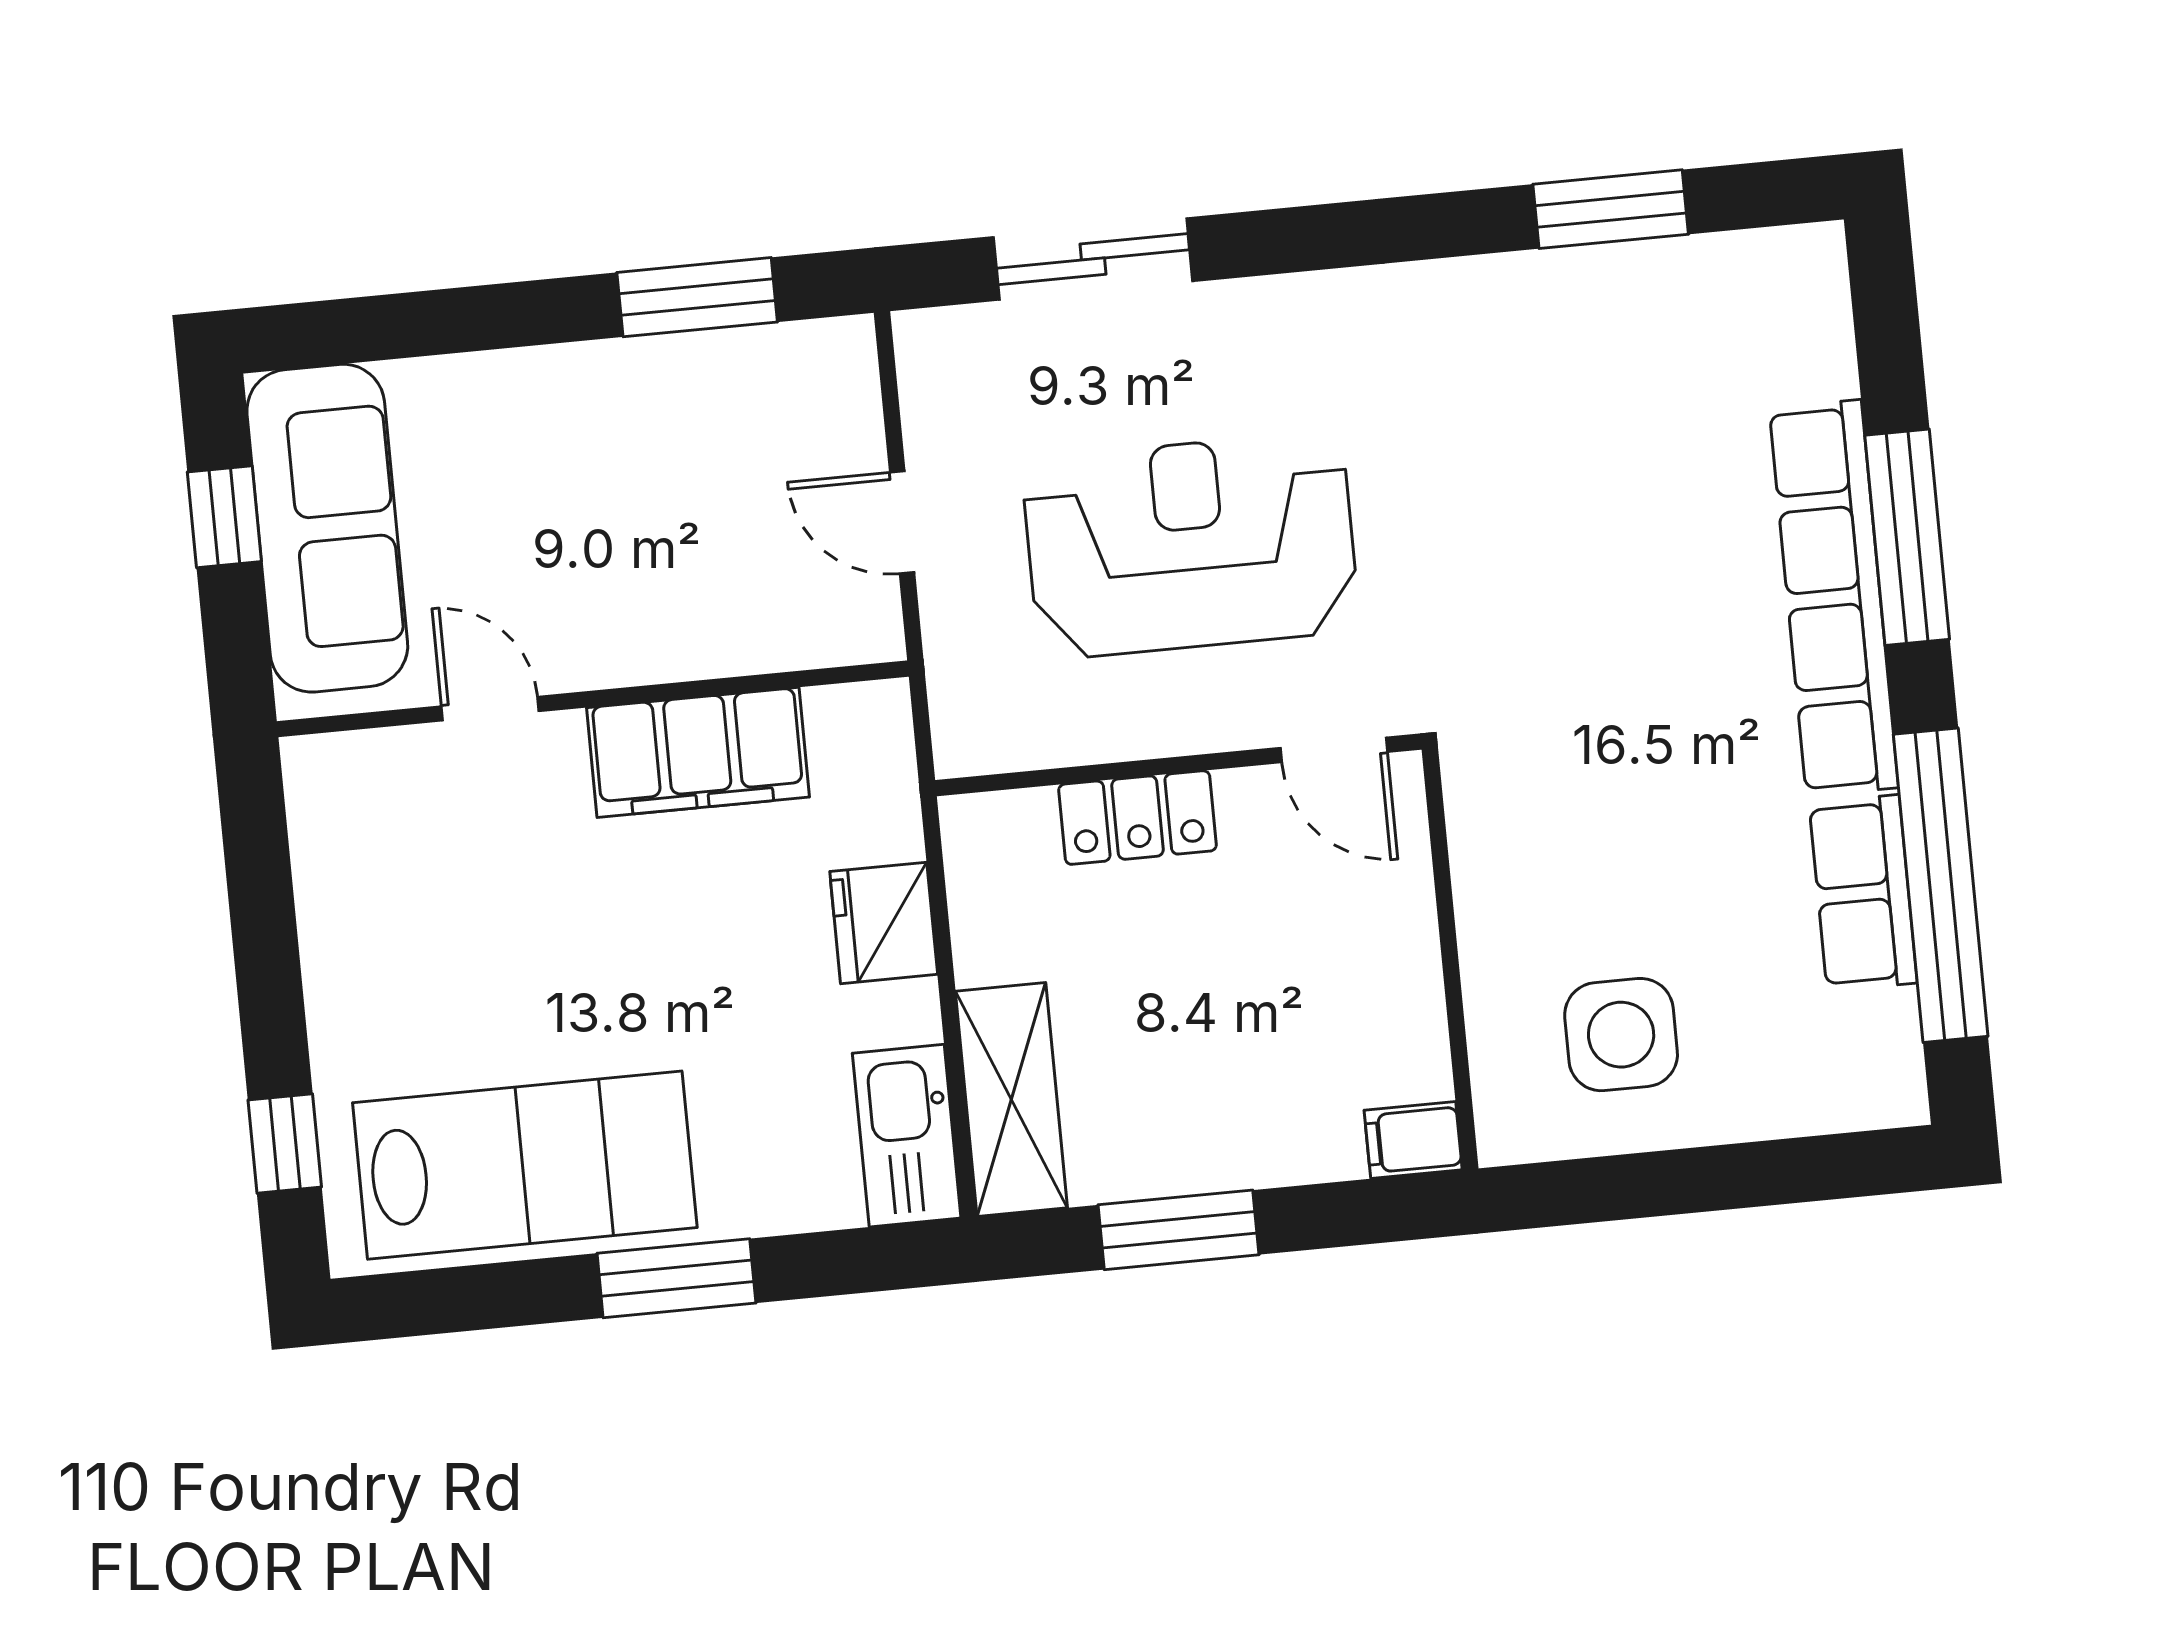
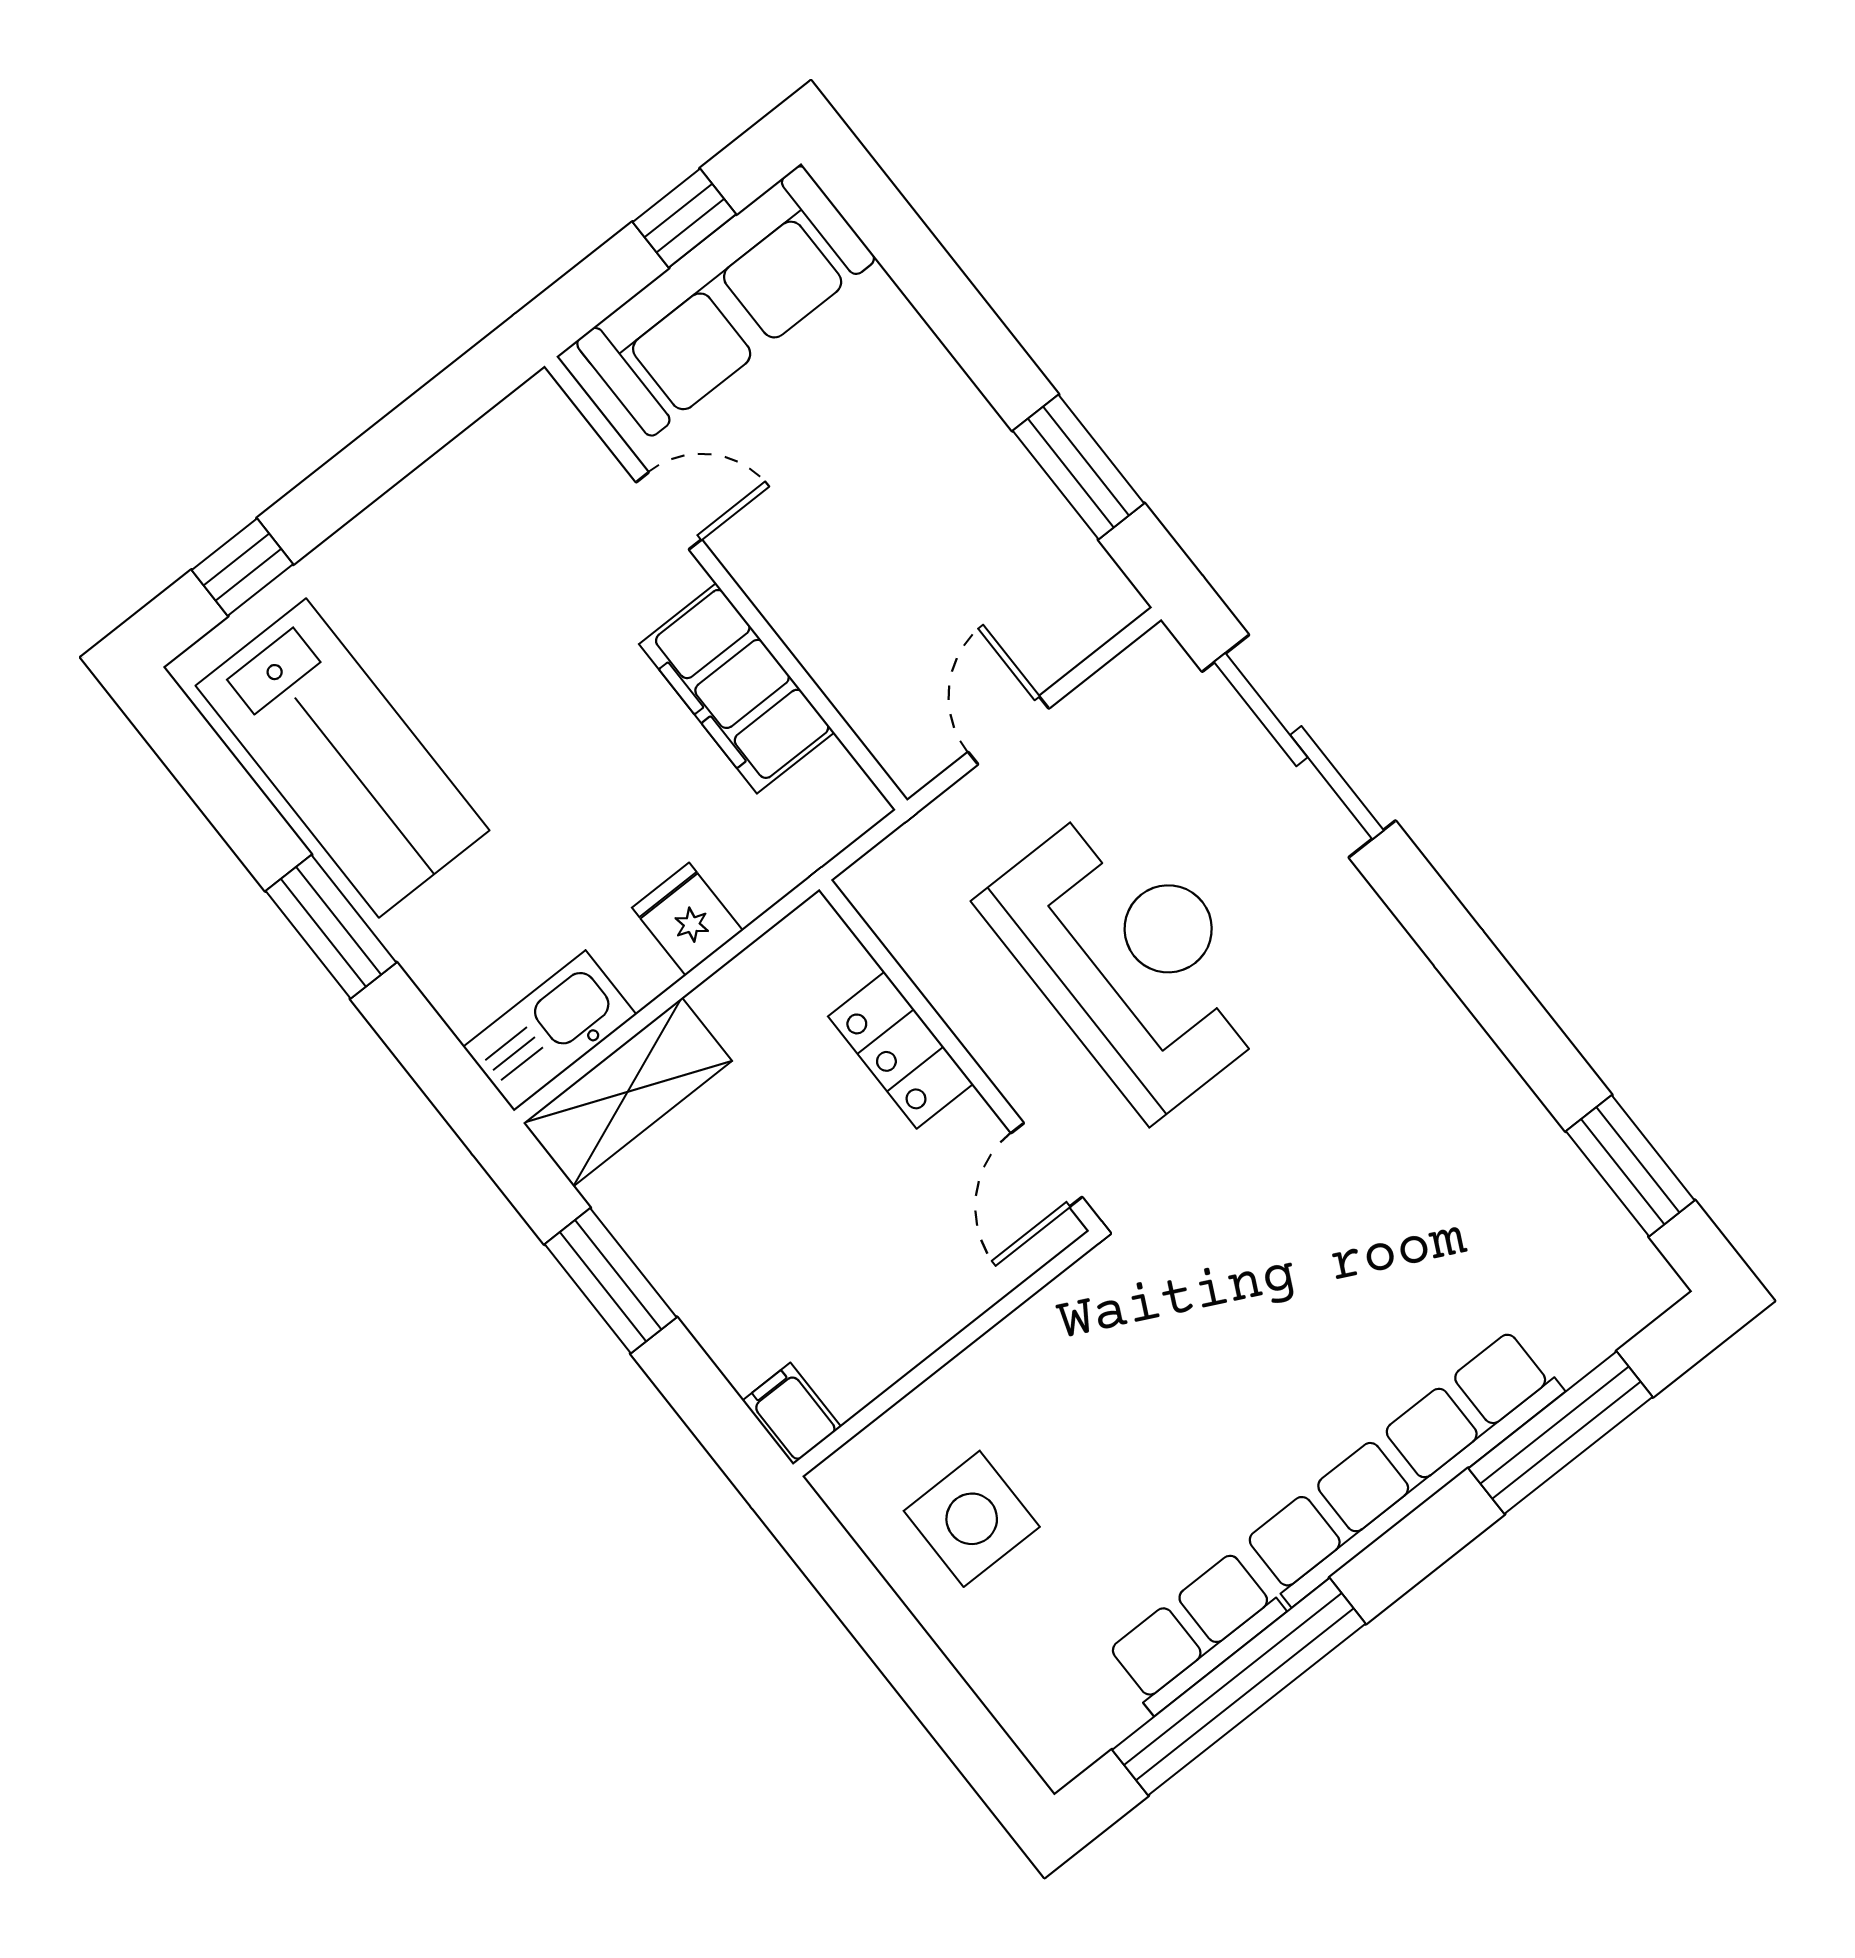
window: (1611, 209) -> (1630, 1166), moved
sliding door: (1093, 259) -> (1299, 746), width x1.37
window: (1907, 537) -> (1560, 1433), moved
door: (490, 709) -> (669, 511), hinge flipped
fridge: (884, 923) -> (687, 919), width x0.72

